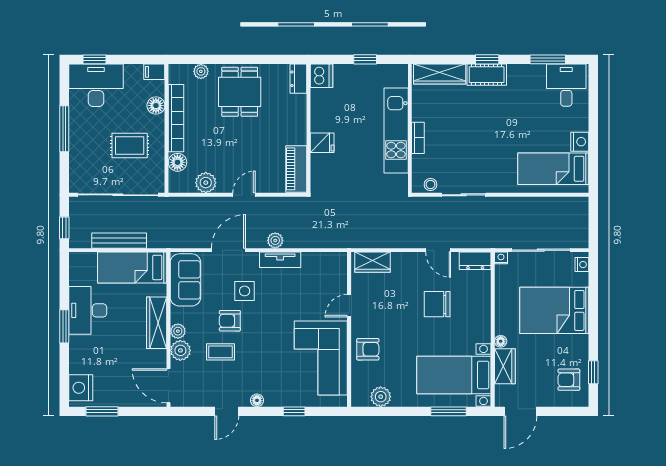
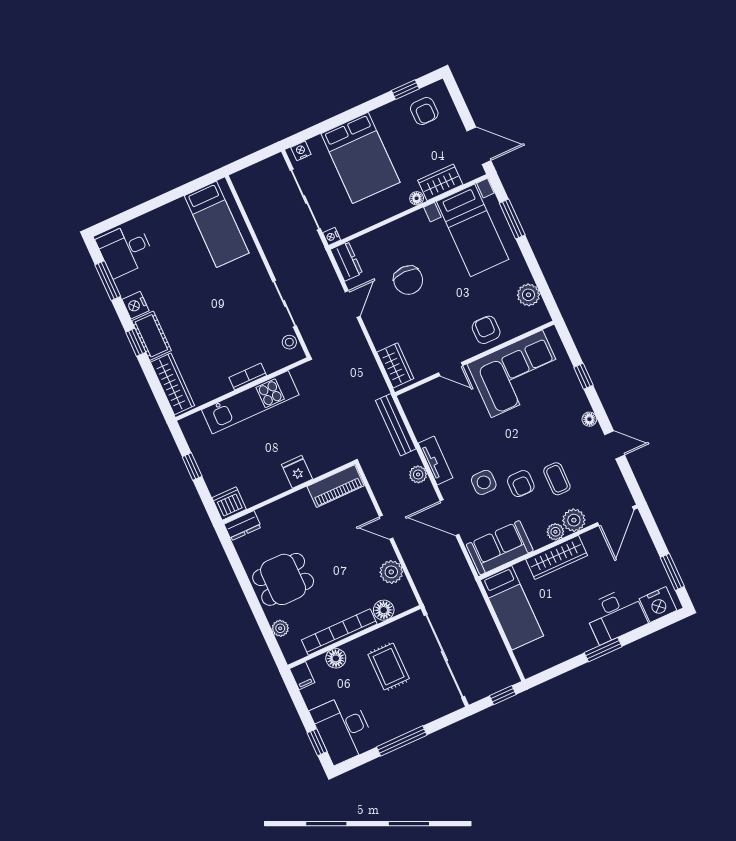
nightstand: (580, 142) -> (135, 305), moved, turned -90
bench: (119, 241) -> (396, 425), moved
desk: (88, 310) -> (615, 615), moved

